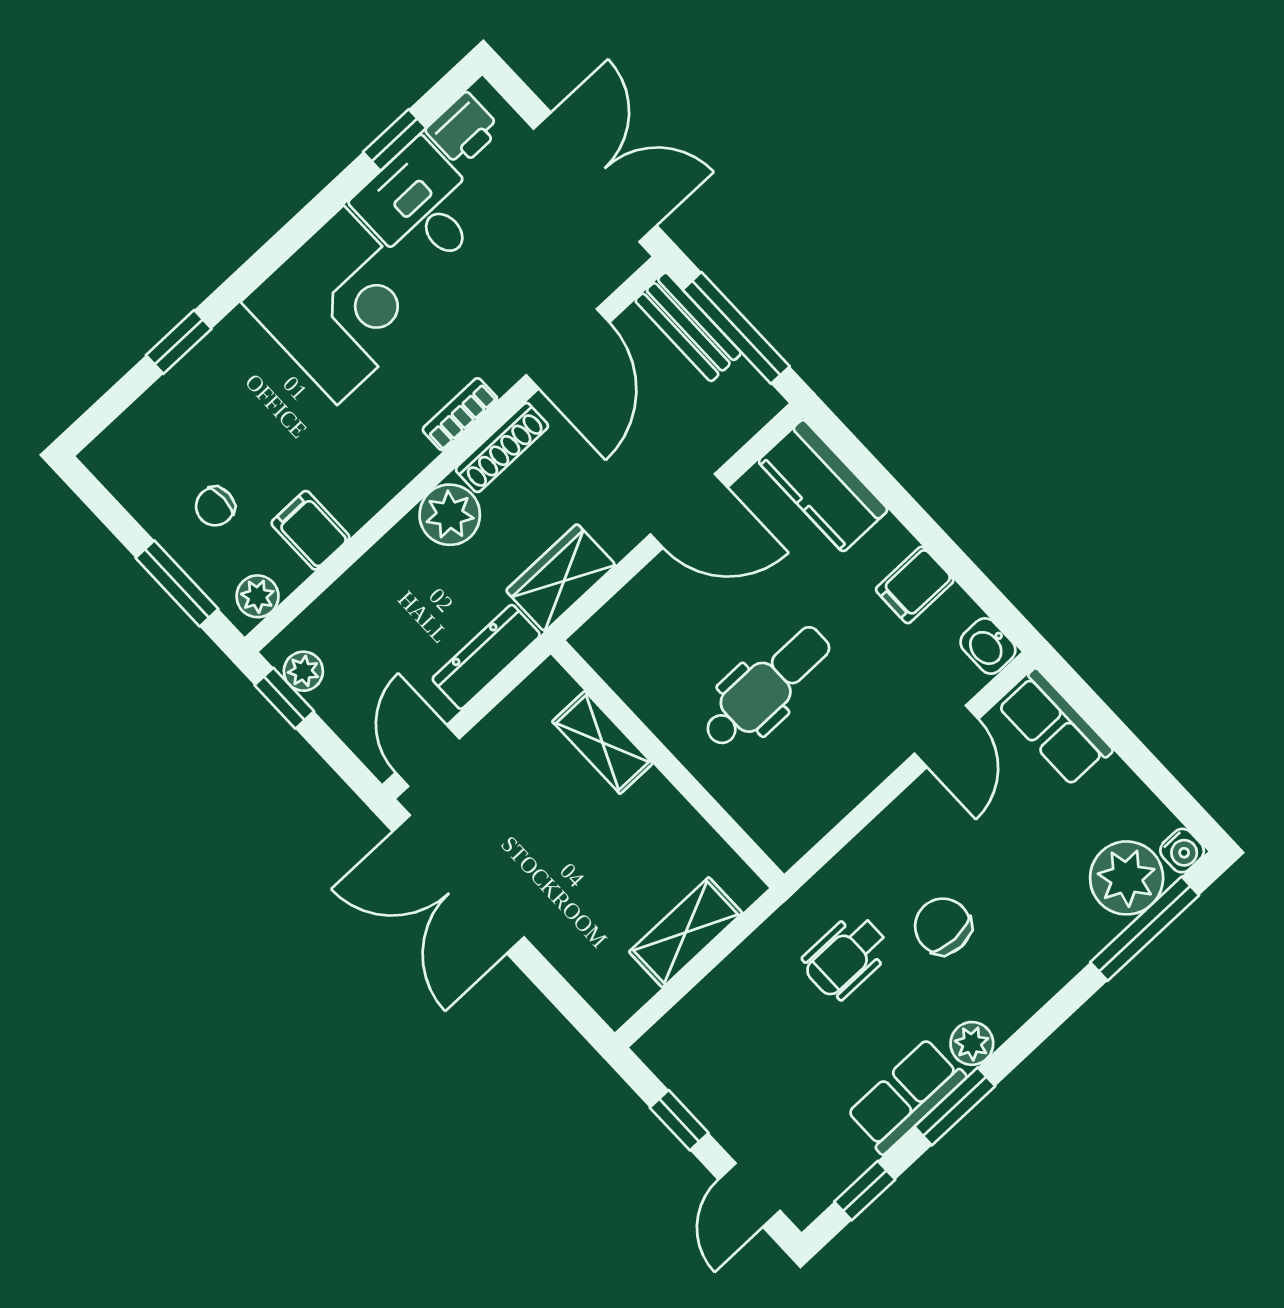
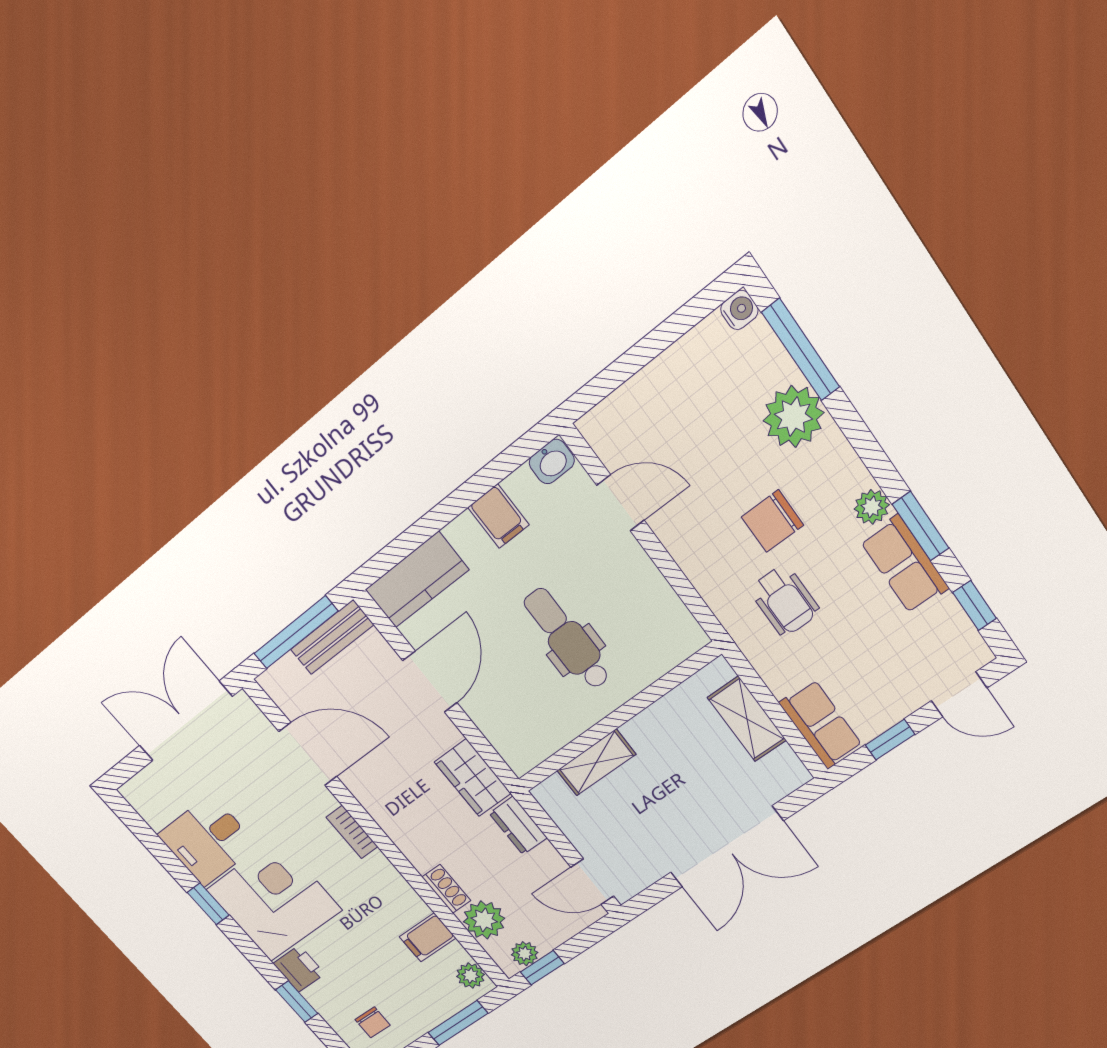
printer: (463, 130) -> (299, 969), moved
window: (395, 140) -> (208, 904), moved
bench: (688, 327) -> (332, 637), moved
shoe rack: (502, 448) -> (446, 889), moved, width x0.70
chair: (215, 506) -> (373, 1022), moved
plant: (450, 515) -> (484, 920), moved
dresser: (486, 657) -> (518, 826), width x0.70
row of seats: (1055, 727) -> (821, 724), moved, turned -90
plant: (1127, 878) -> (794, 417), moved
double door: (458, 884) -> (727, 847), moved

